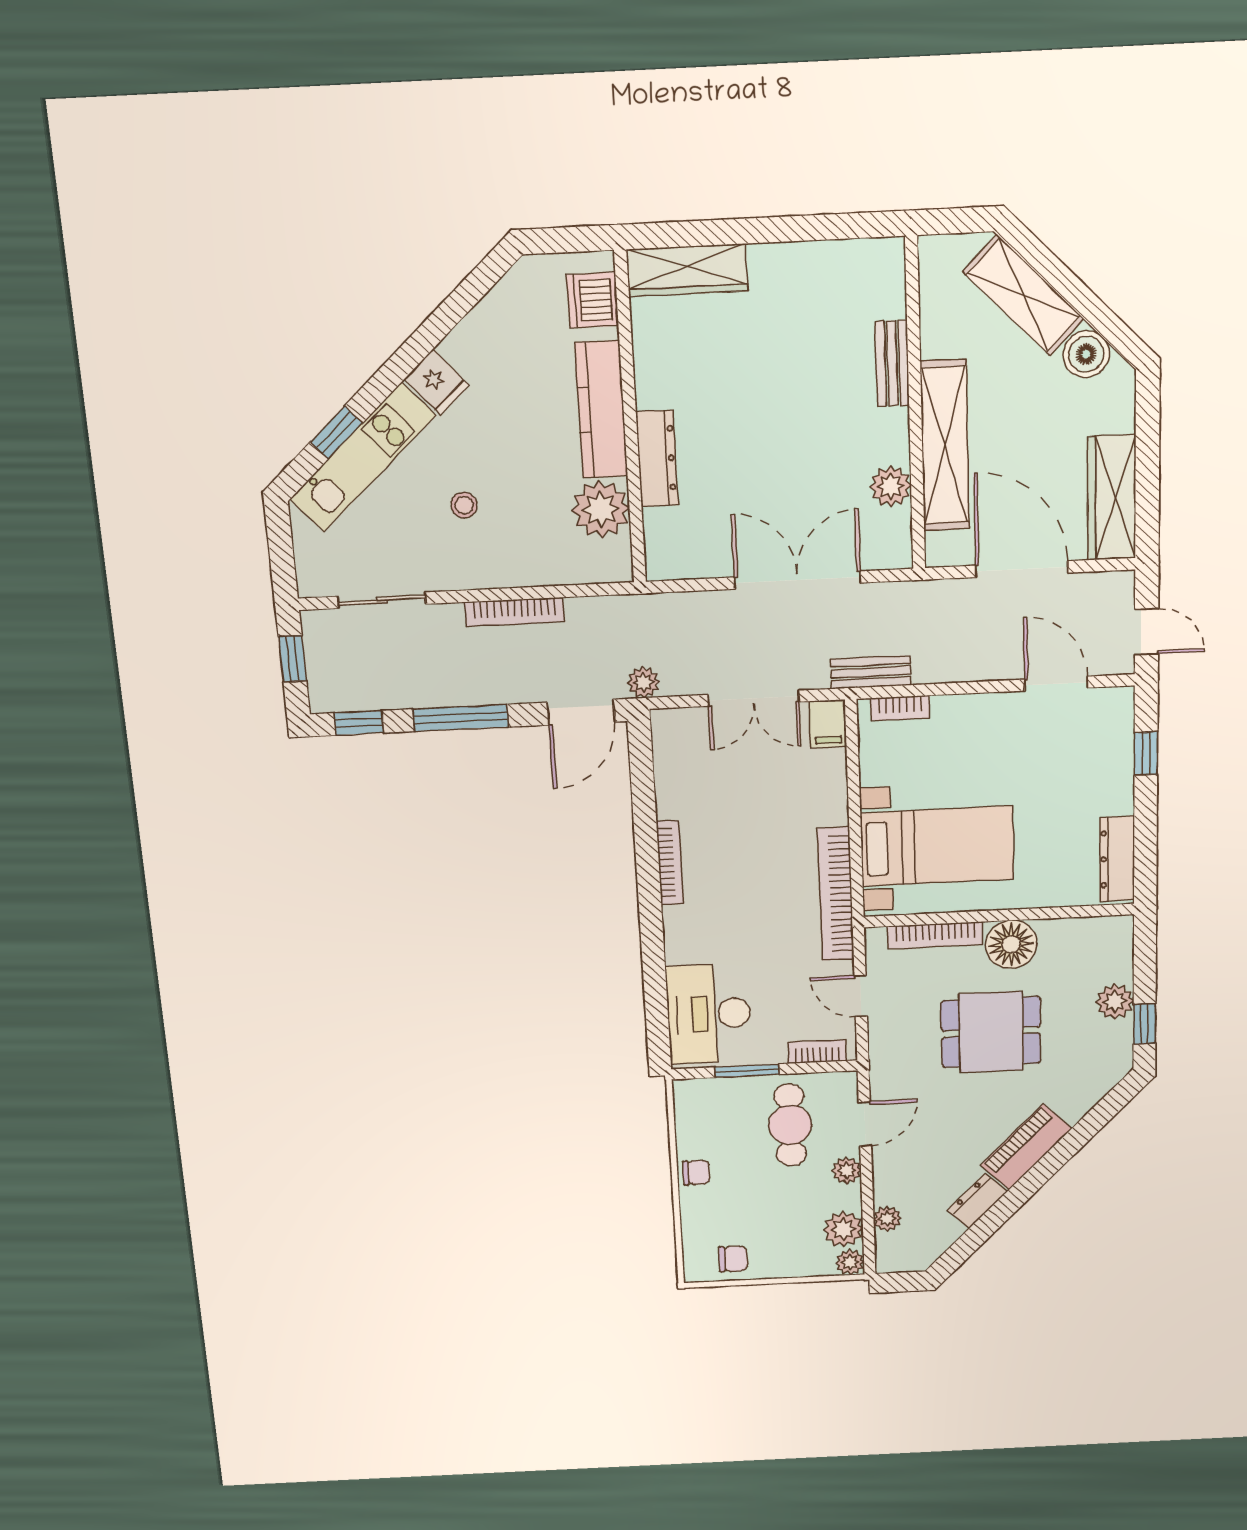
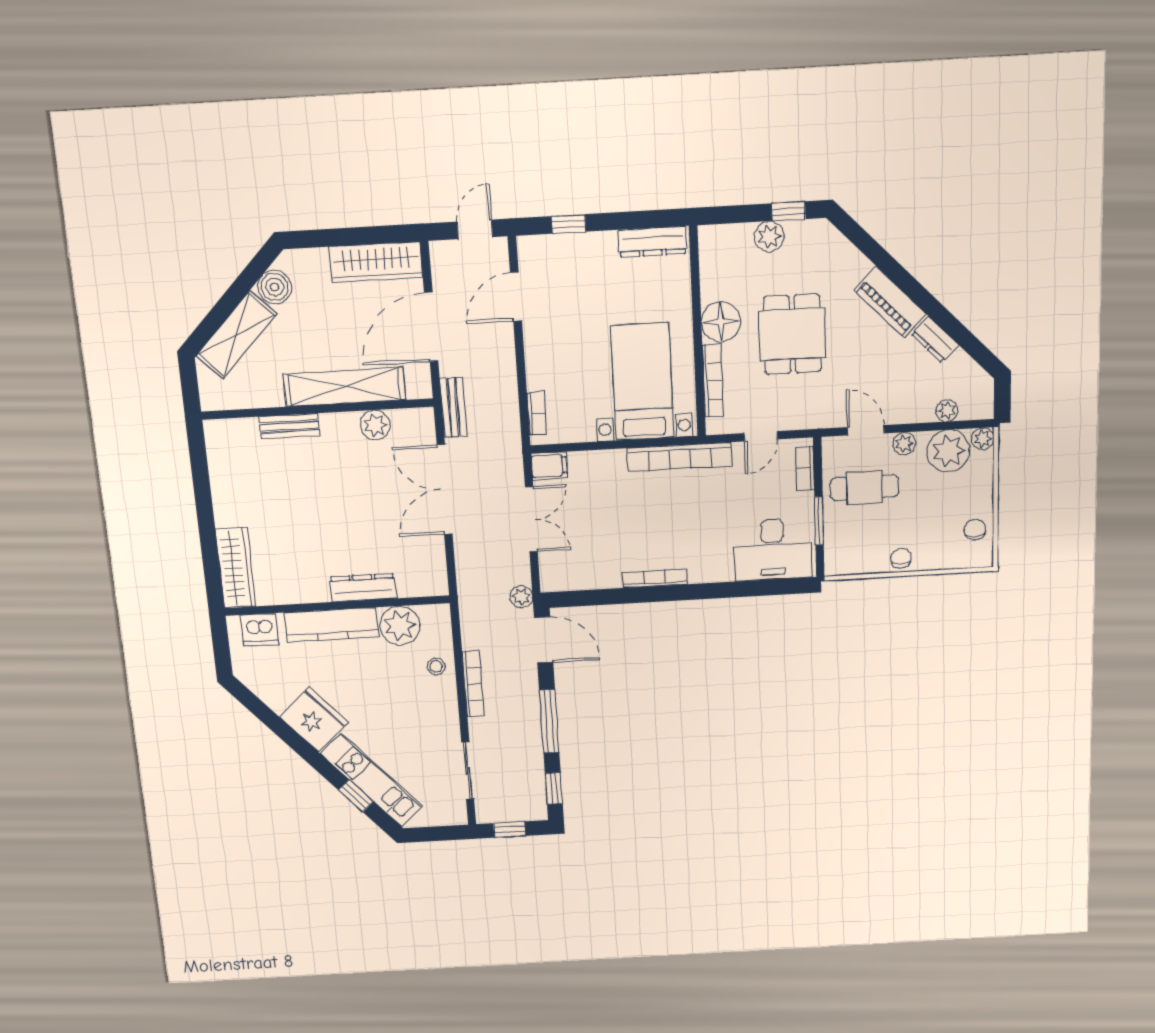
fridge: (437, 382) -> (314, 719), width x1.88, depth x1.34
stool: (464, 505) -> (436, 667), moved
bench: (871, 672) -> (453, 407), moved
plant: (843, 1229) -> (948, 451), width x1.36, depth x1.36

